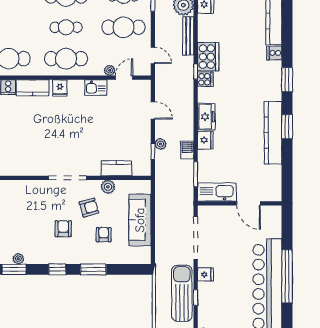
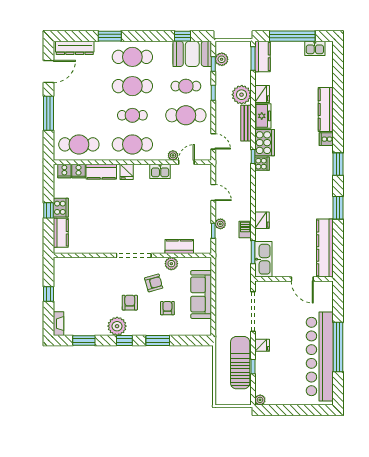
freezer: (206, 117) -> (263, 116), moved
kitchen counter: (273, 133) -> (325, 248), moved
kitchen sink: (217, 192) -> (263, 259), moved, turned 90
plant: (18, 259) -> (117, 326), moved, width x1.87, depth x1.87

